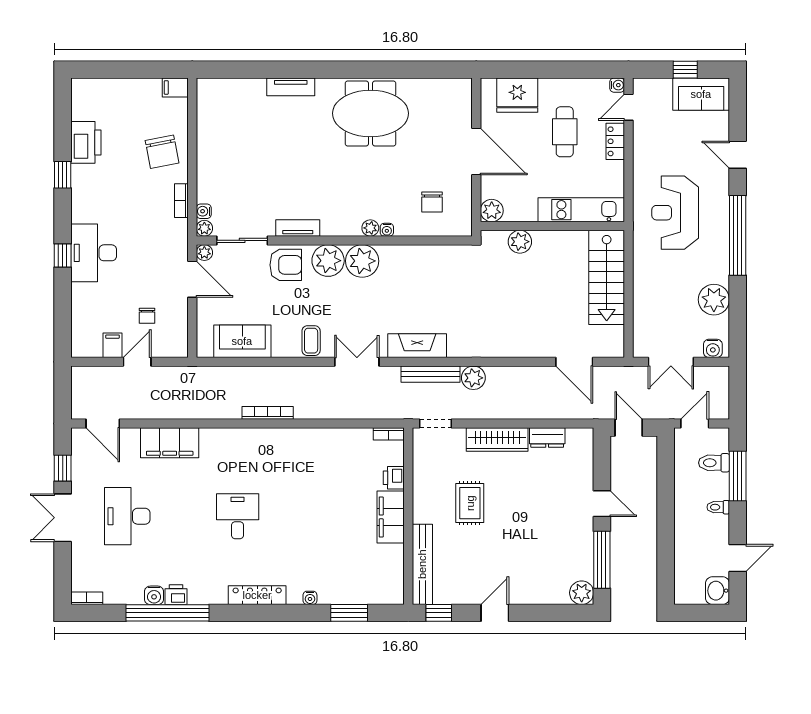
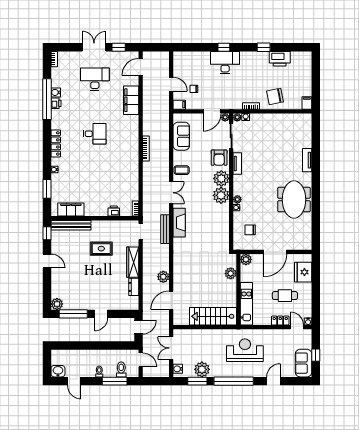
window: (738, 309) -> (197, 381), added
filing cabinet: (113, 345) -> (179, 105), moved
plant: (473, 378) -> (163, 277), moved
filing cabinet: (391, 517) -> (71, 209), moved

